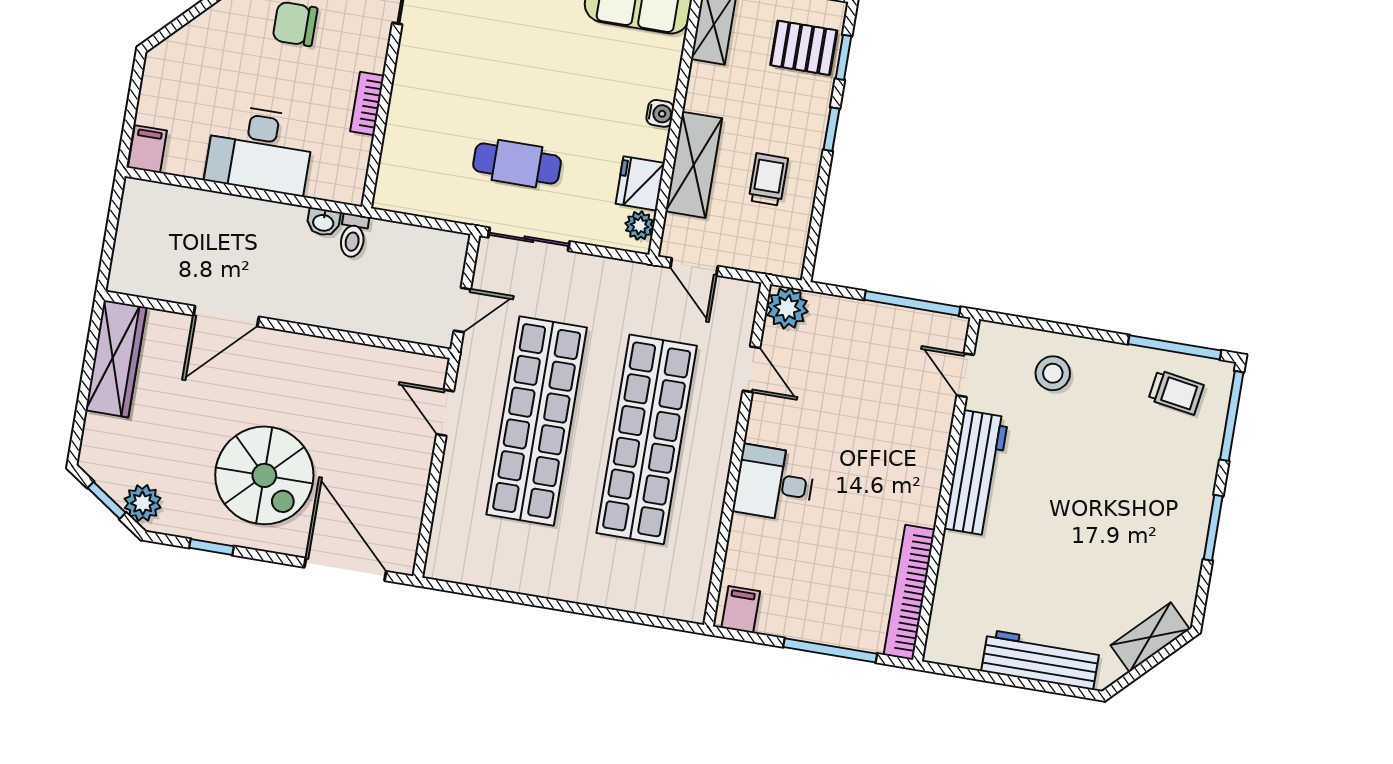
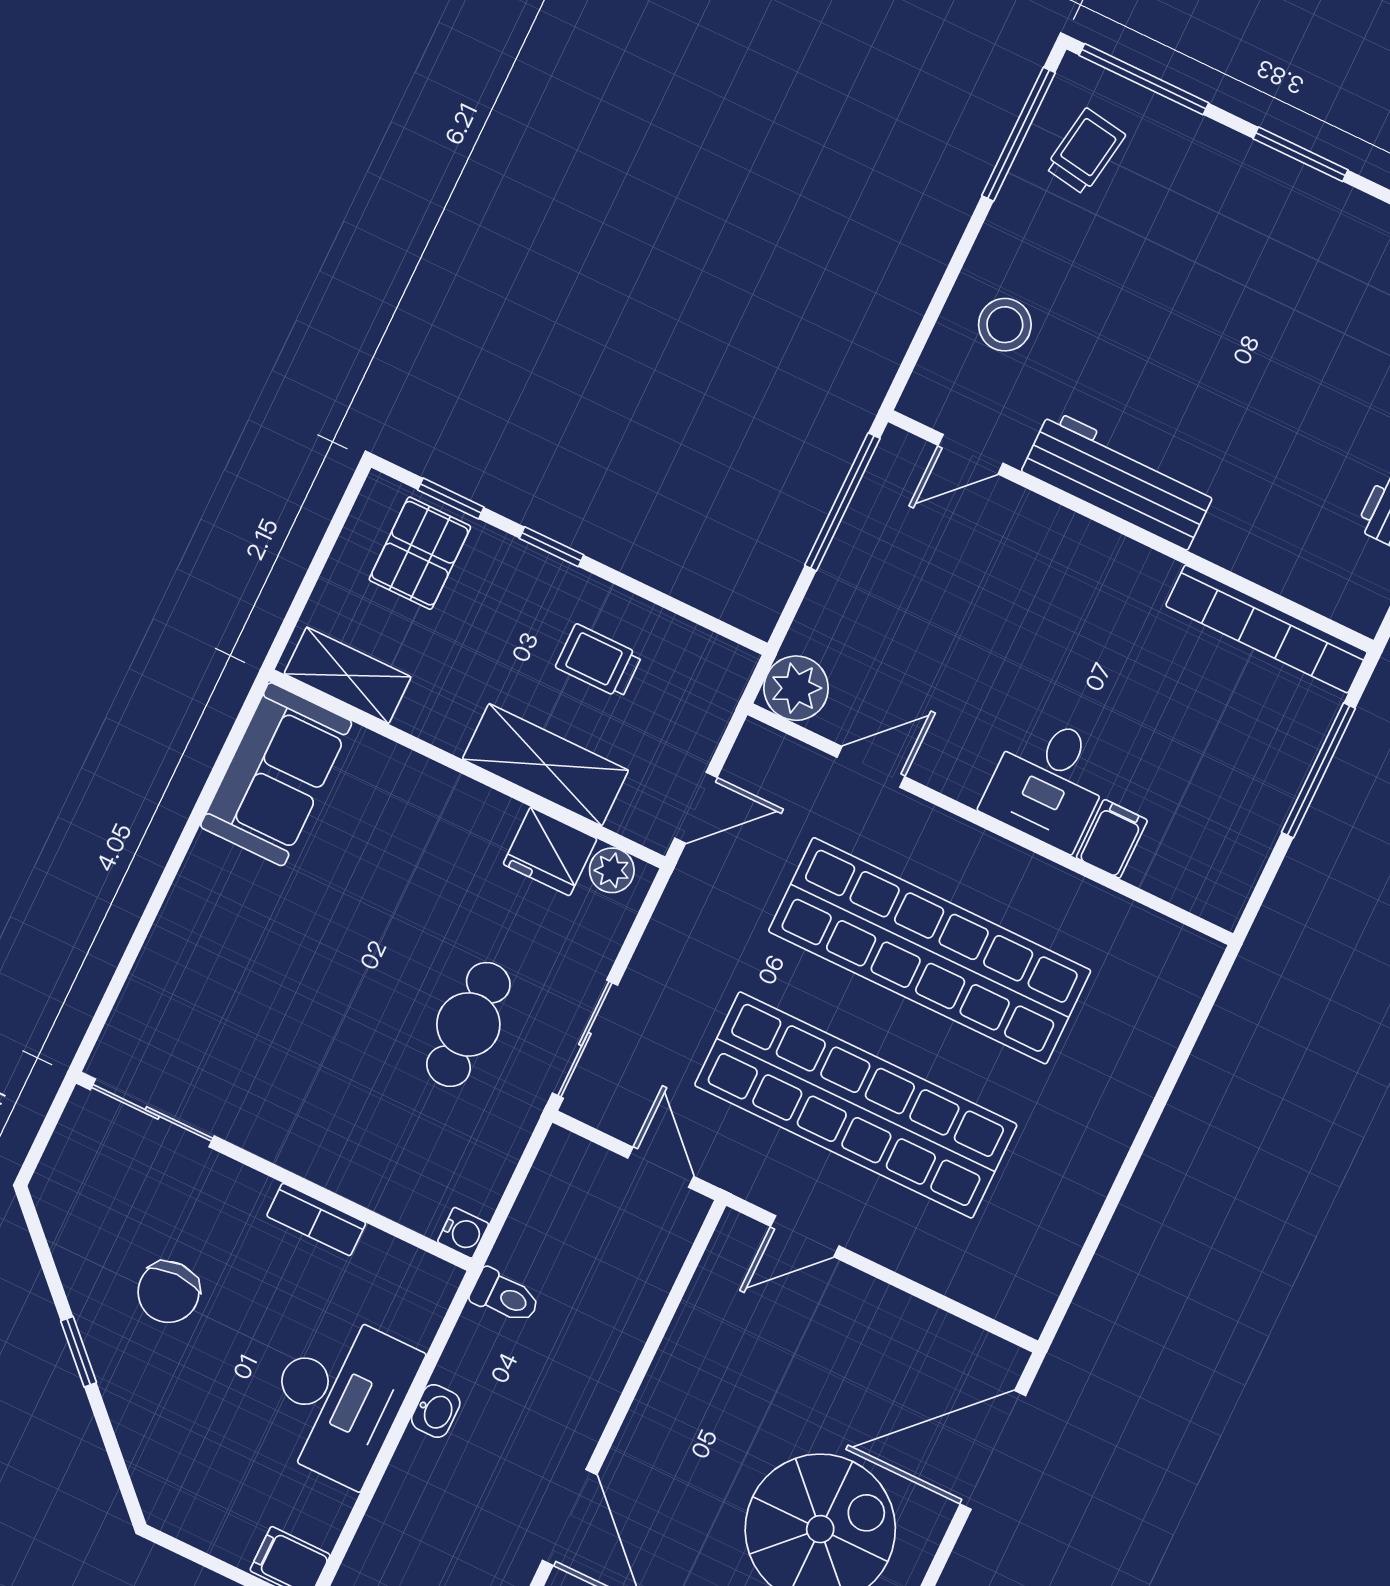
water cooler: (660, 113) -> (463, 1233), moved, turned 90
washbasin: (323, 222) -> (436, 1411), moved
filing cabinet: (741, 610) -> (1112, 839), moved, turned 90

